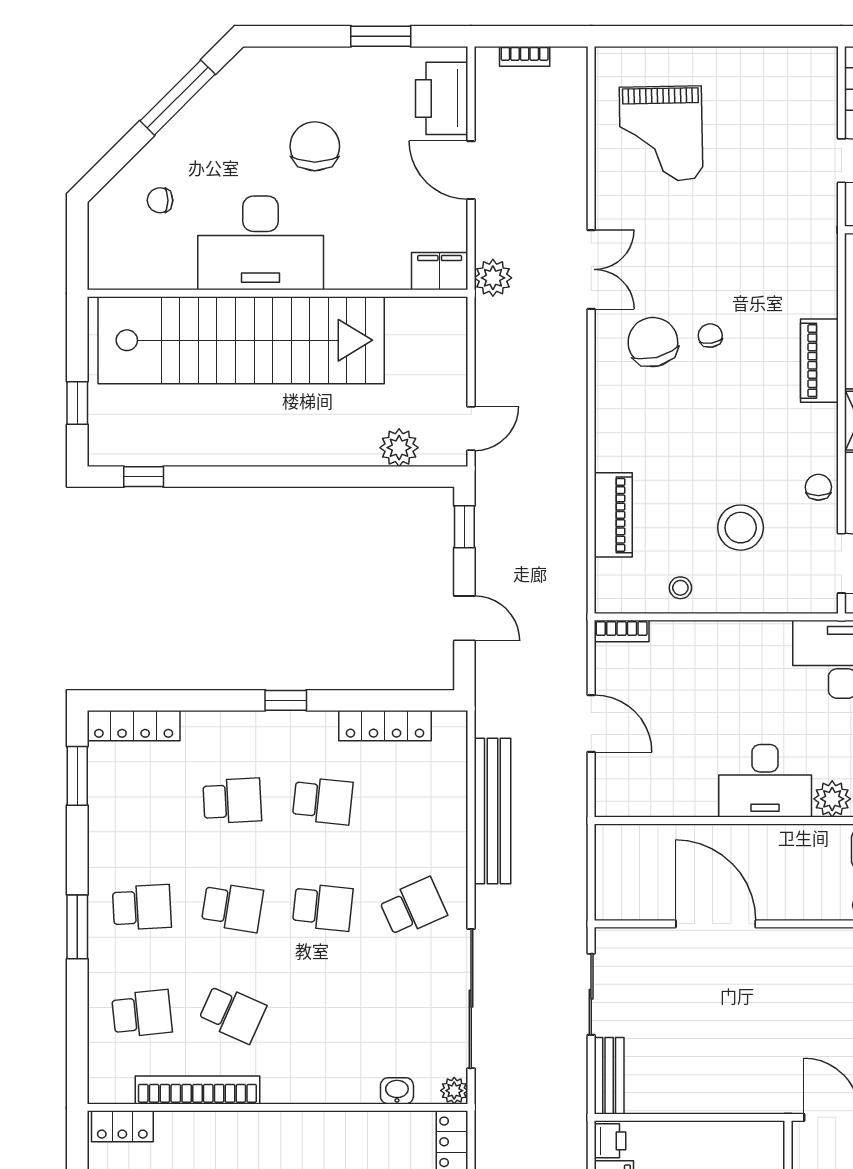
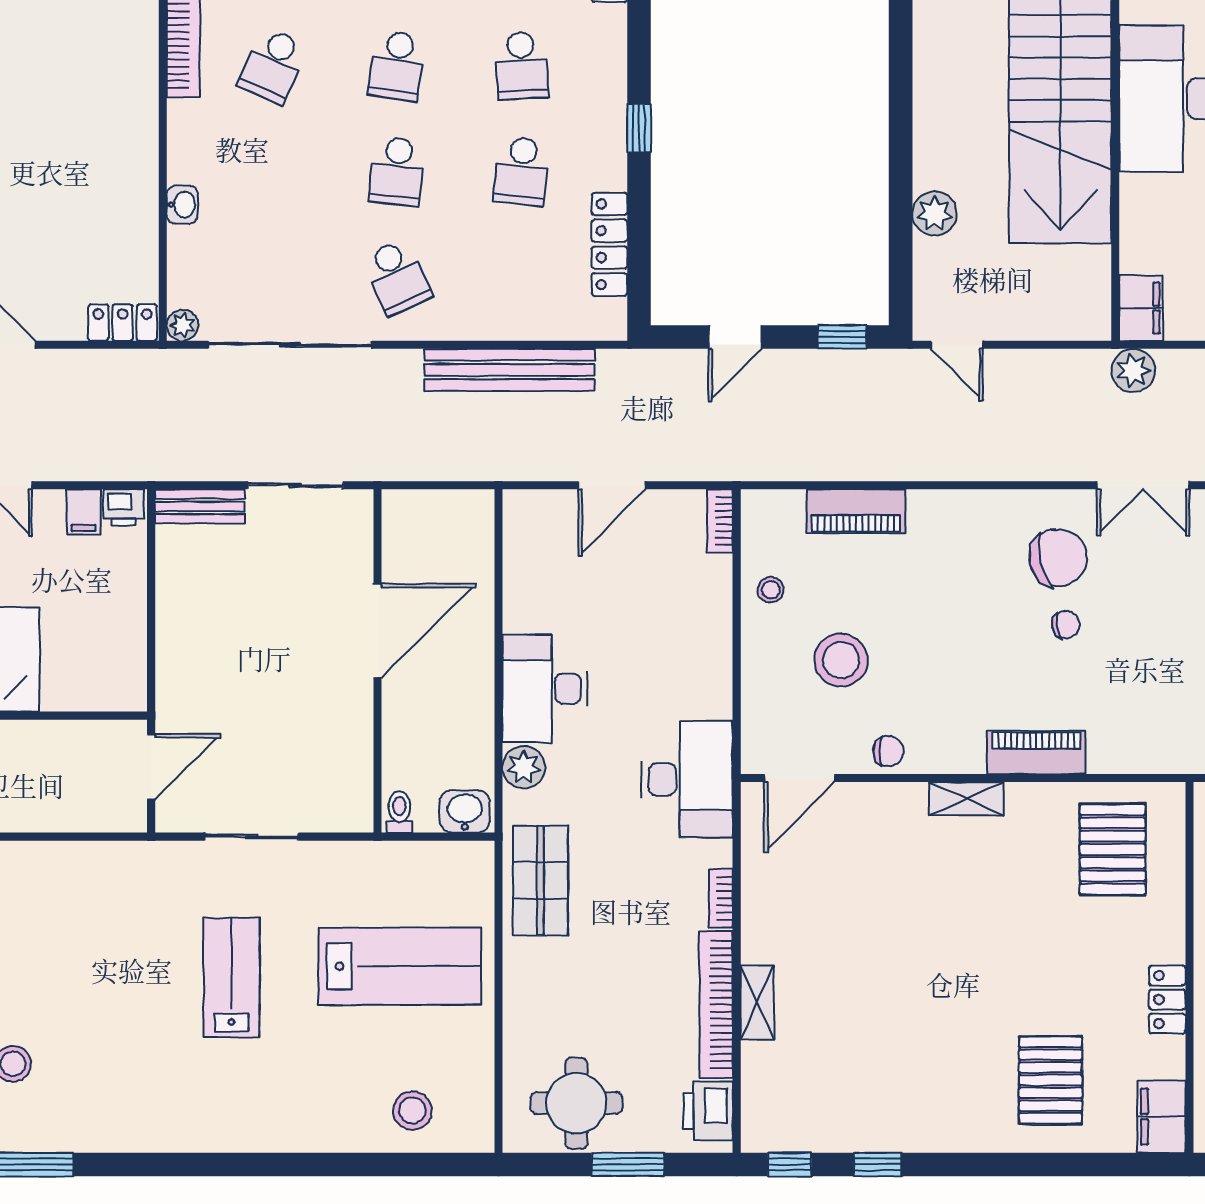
plant: (399, 448) -> (935, 213), moved
washbasin: (397, 1091) -> (182, 205), moved

